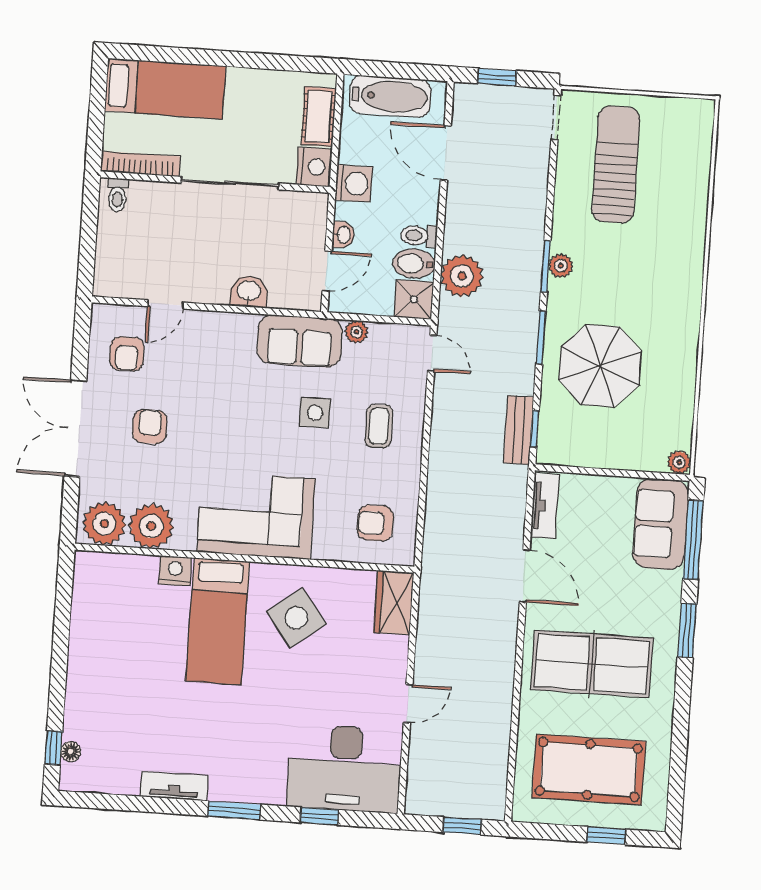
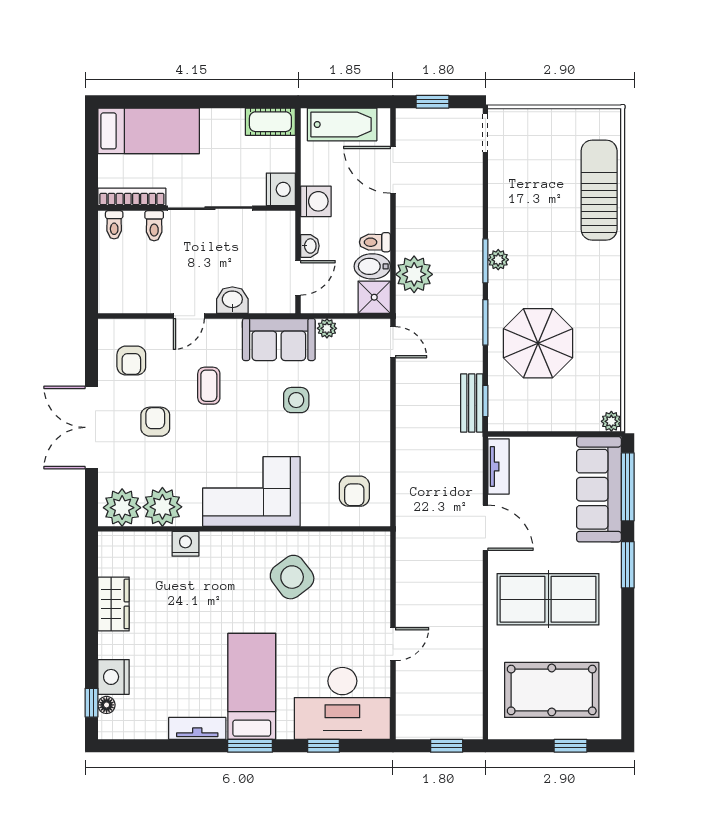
cot: (319, 117) -> (270, 122), moved, turned 90
sun lounger: (616, 164) -> (599, 190), moved
toilet: (164, 199) -> (154, 226), added
door: (166, 304) -> (189, 316), moved
coffee table: (379, 426) -> (209, 386), moved
armchair: (375, 523) -> (354, 491), turned -90
sofa: (661, 524) -> (599, 489), width x1.36
wardrobe: (394, 603) -> (114, 604), moved, turned 180
bed: (218, 621) -> (252, 686), moved, turned 180
nightstand: (81, 720) -> (114, 677), added

